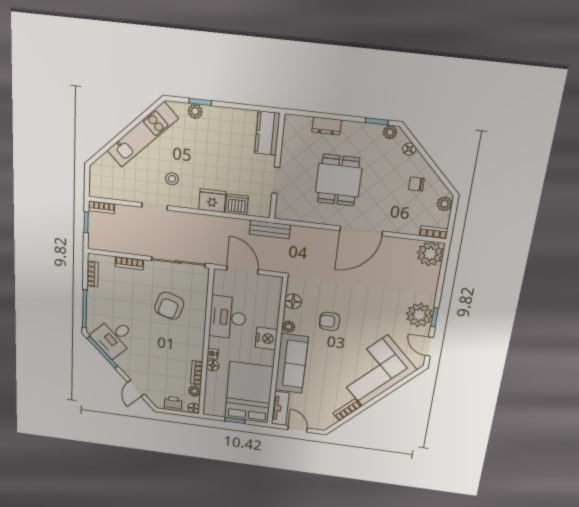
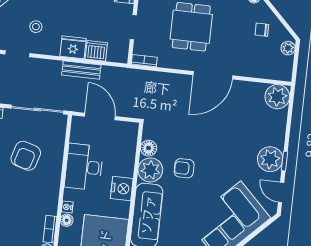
bench: (270, 229) -> (81, 70), moved
bookcase: (434, 232) -> (144, 61), moved
plant: (289, 327) -> (150, 170), width x1.87, depth x1.87

